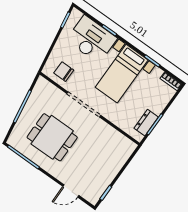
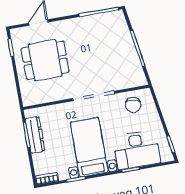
chair: (64, 72) -> (133, 105), turned 99
dresser: (146, 123) -> (35, 135), width x1.44
dining table: (52, 137) -> (45, 60), moved

